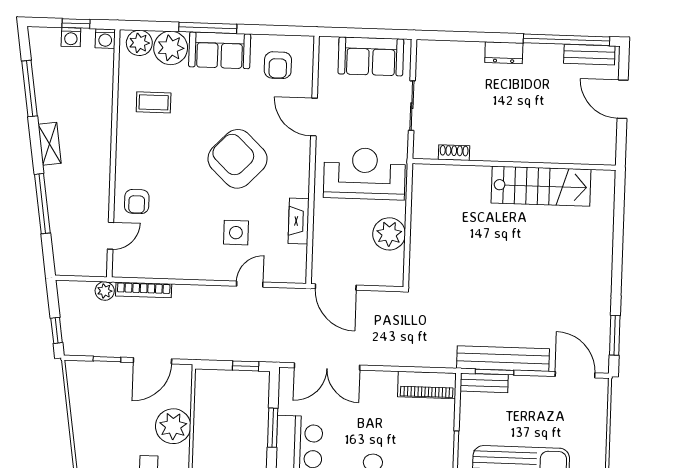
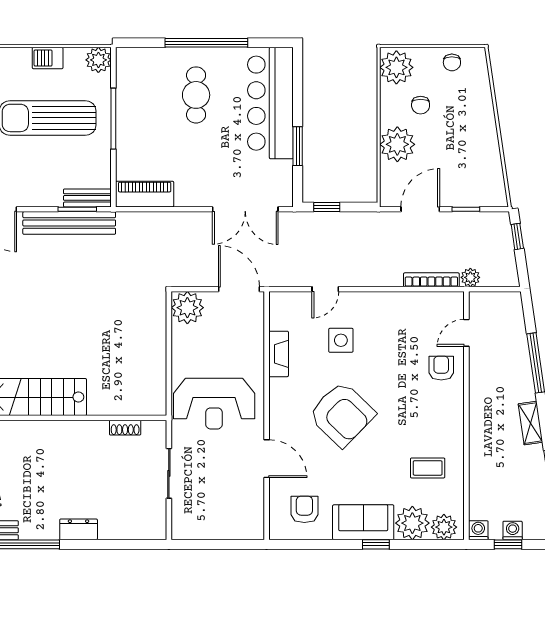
window: (208, 28) -> (376, 544), width x0.46
sofa: (371, 56) -> (212, 521), removed
plant: (389, 234) -> (187, 308), moved
double door: (327, 366) -> (245, 209), swing flipped

